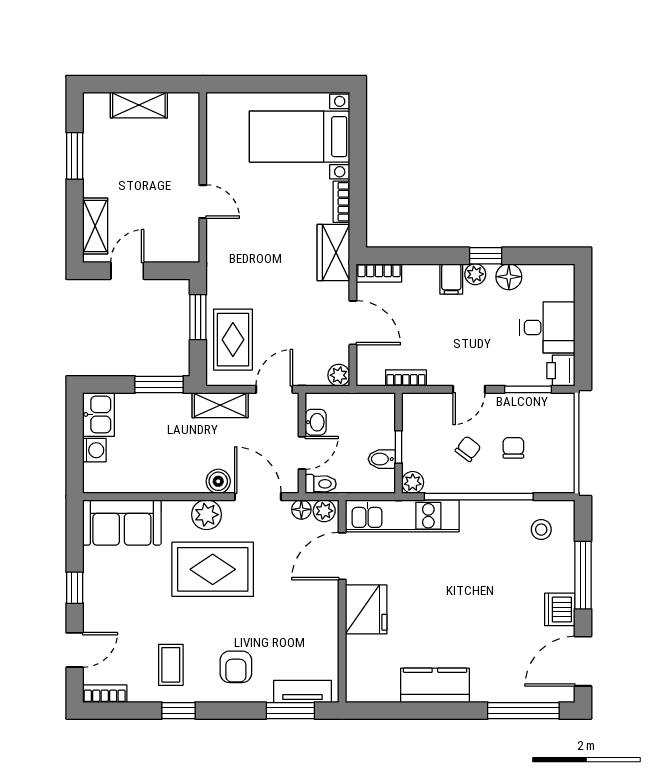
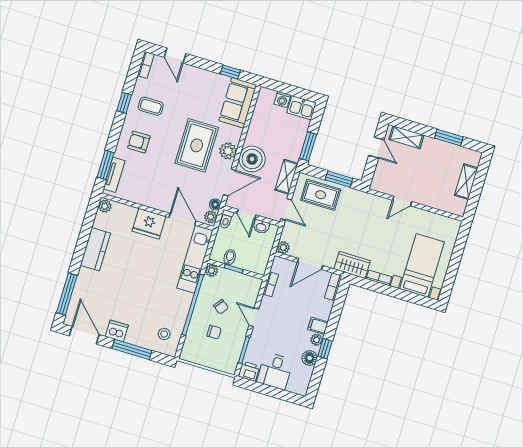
boiler: (218, 481) -> (252, 159), width x1.86, depth x1.86
window: (75, 588) -> (230, 72), moved
plant: (359, 691) -> (105, 206), added

